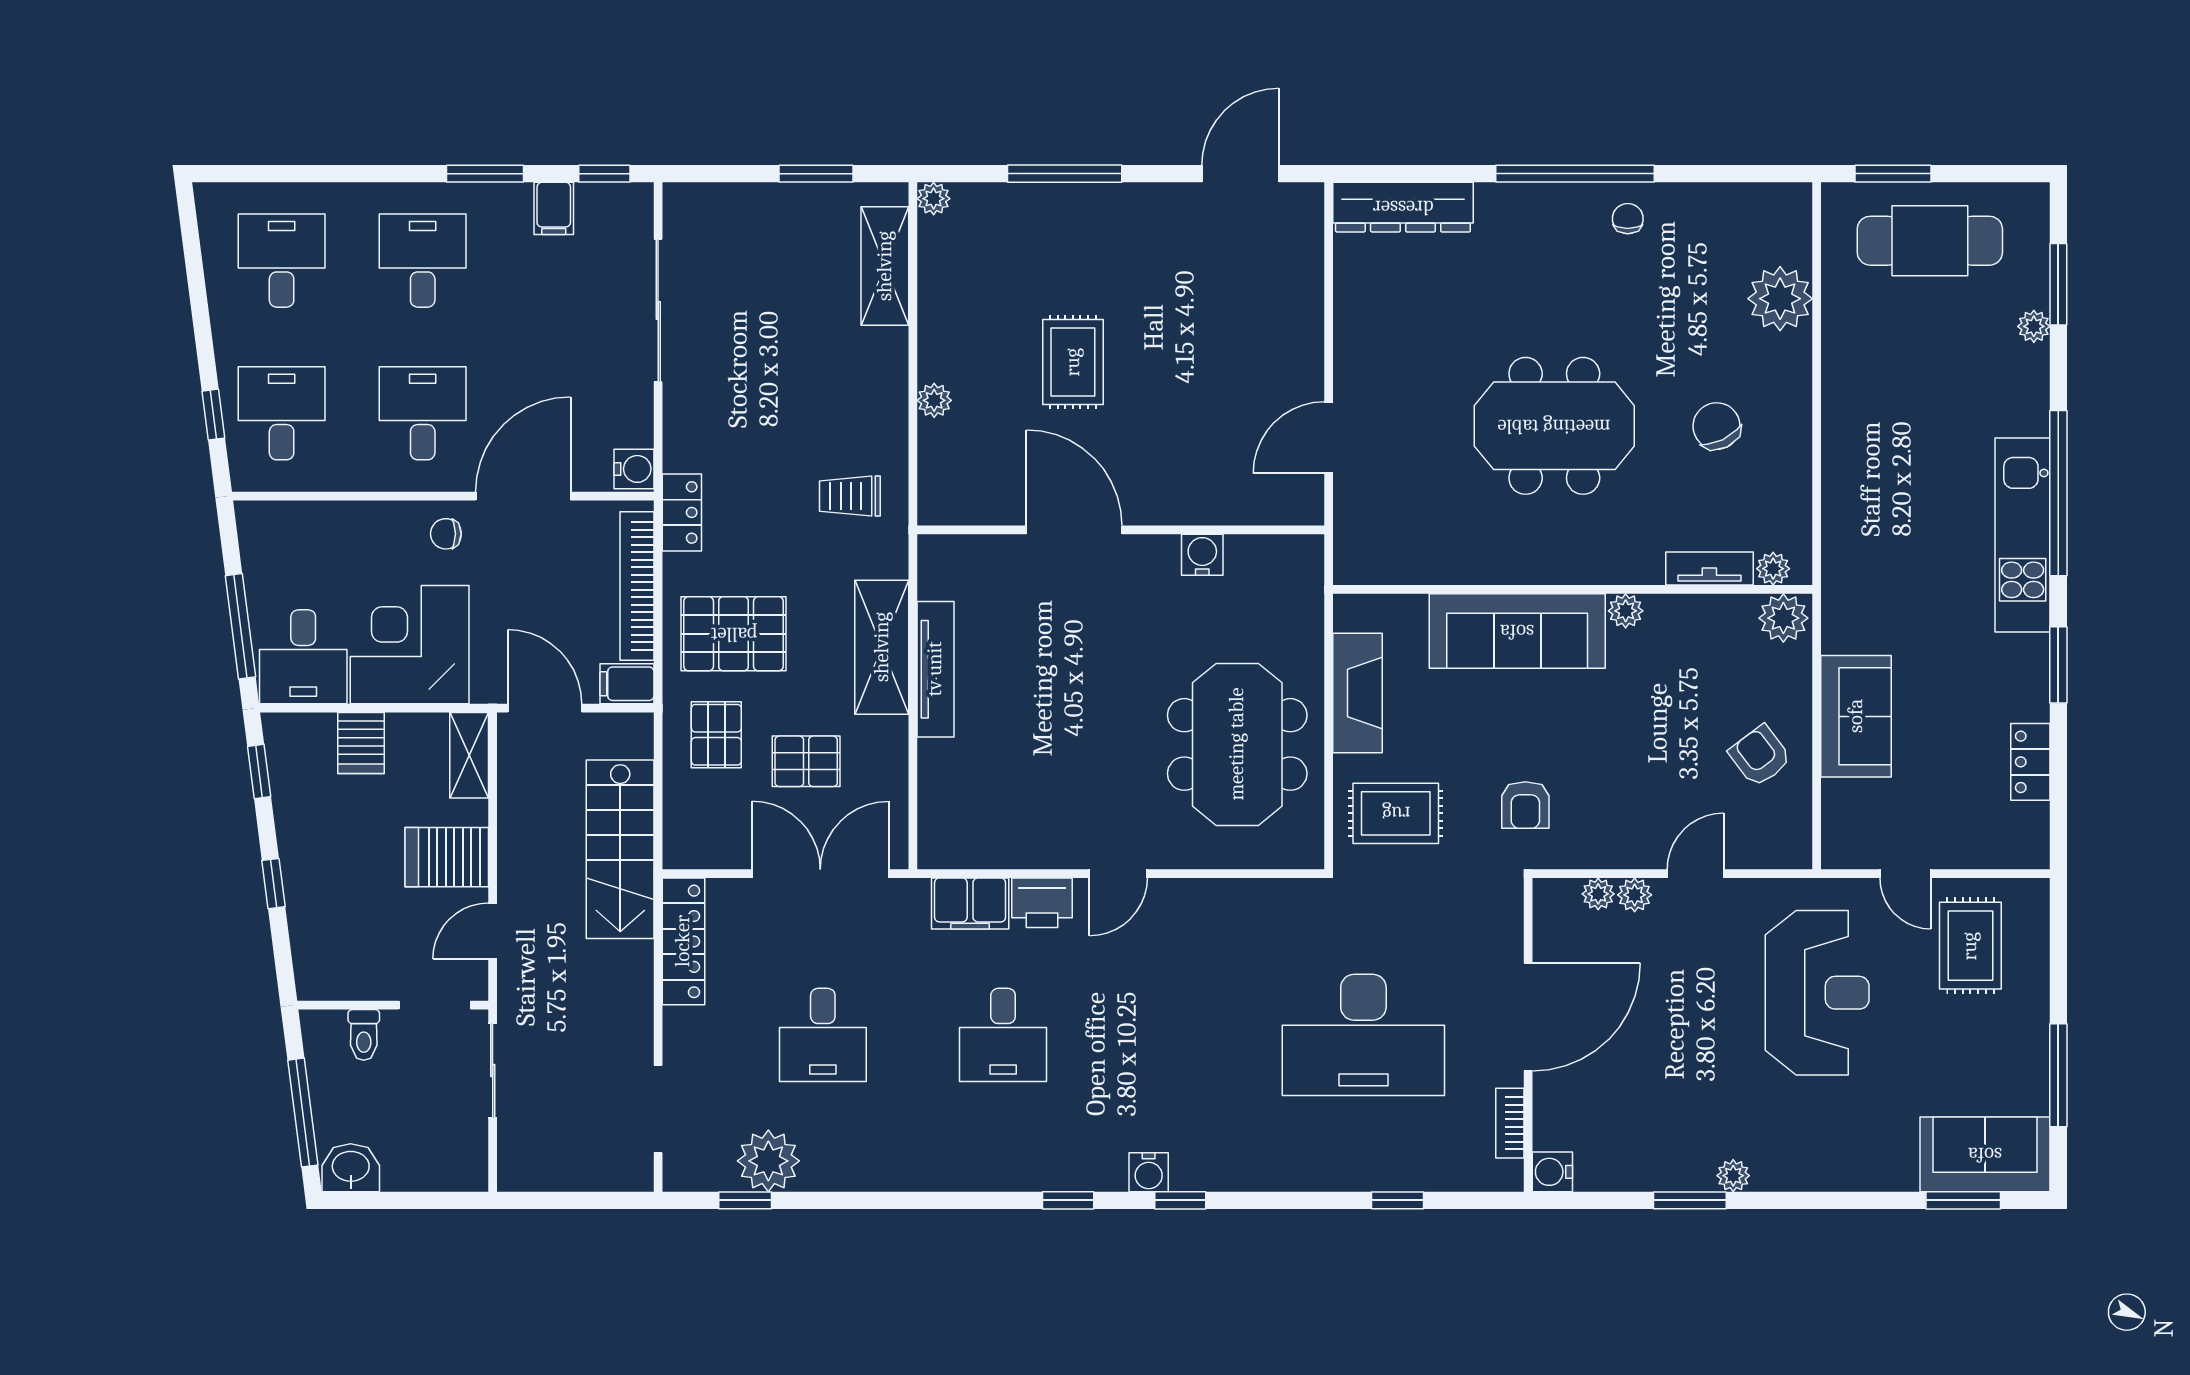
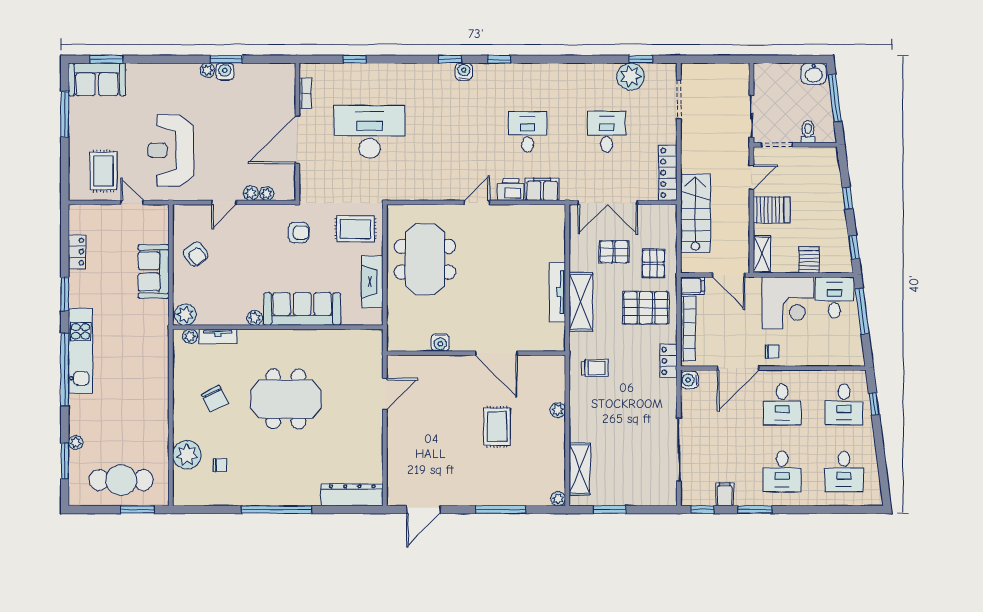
chair: (1628, 219) -> (220, 465), moved, turned -90
armchair: (1525, 805) -> (299, 233), turned 90
water cooler: (1552, 1172) -> (225, 72), moved, turned -90

